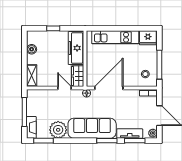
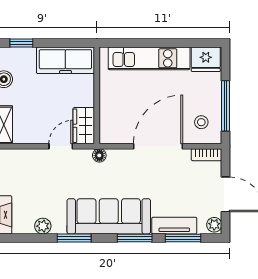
window: (53, 28) -> (21, 43), moved
freezer: (76, 48) -> (65, 60), moved, turned -90
door: (64, 88) -> (61, 146), hinge flipped
door: (109, 88) -> (158, 146), moved
plant: (58, 130) -> (43, 226), width x0.53, depth x0.53
window: (44, 141) -> (74, 238), moved

